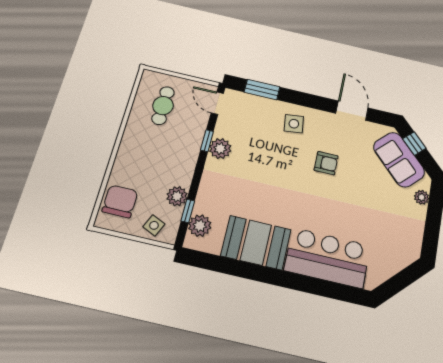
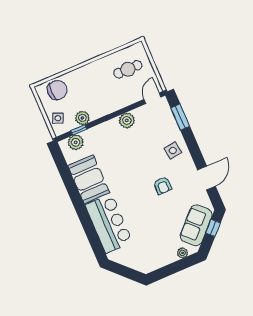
window: (207, 141) -> (126, 110), removed

